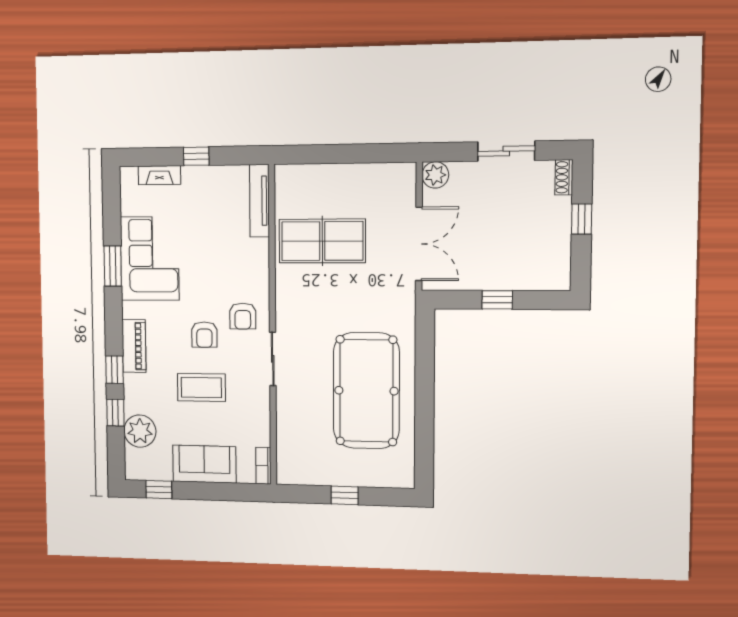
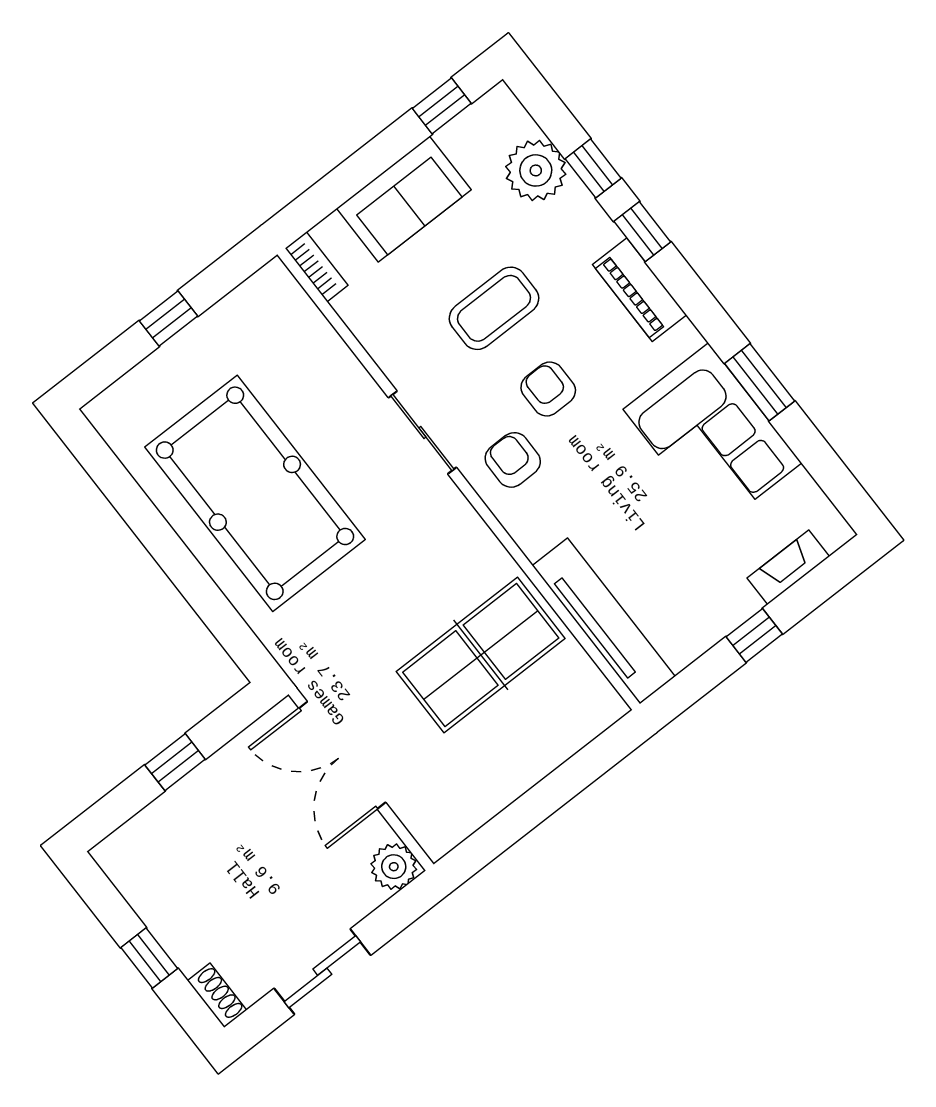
tv unit: (259, 201) -> (604, 621), width x1.36, depth x1.29

